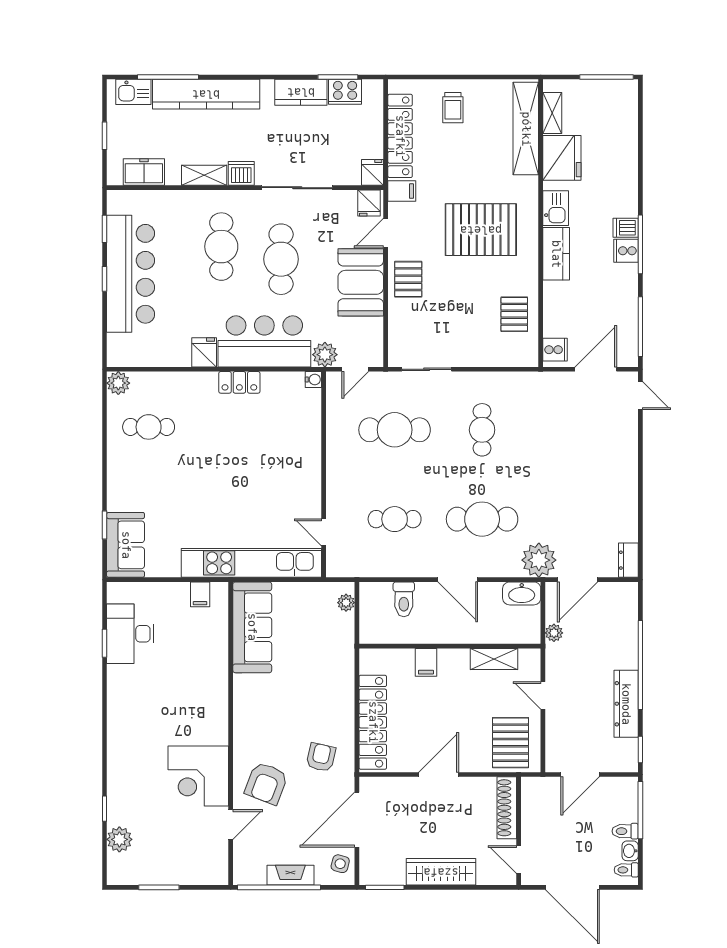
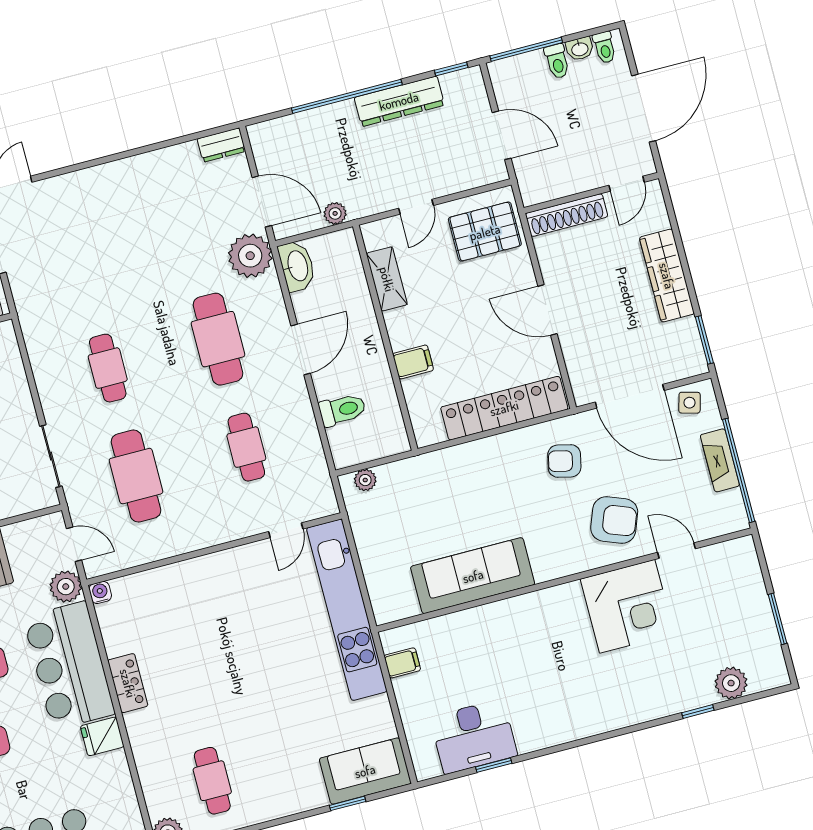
cafe table: (482, 430) -> (108, 368), turned 90
sofa: (252, 627) -> (473, 576), moved

